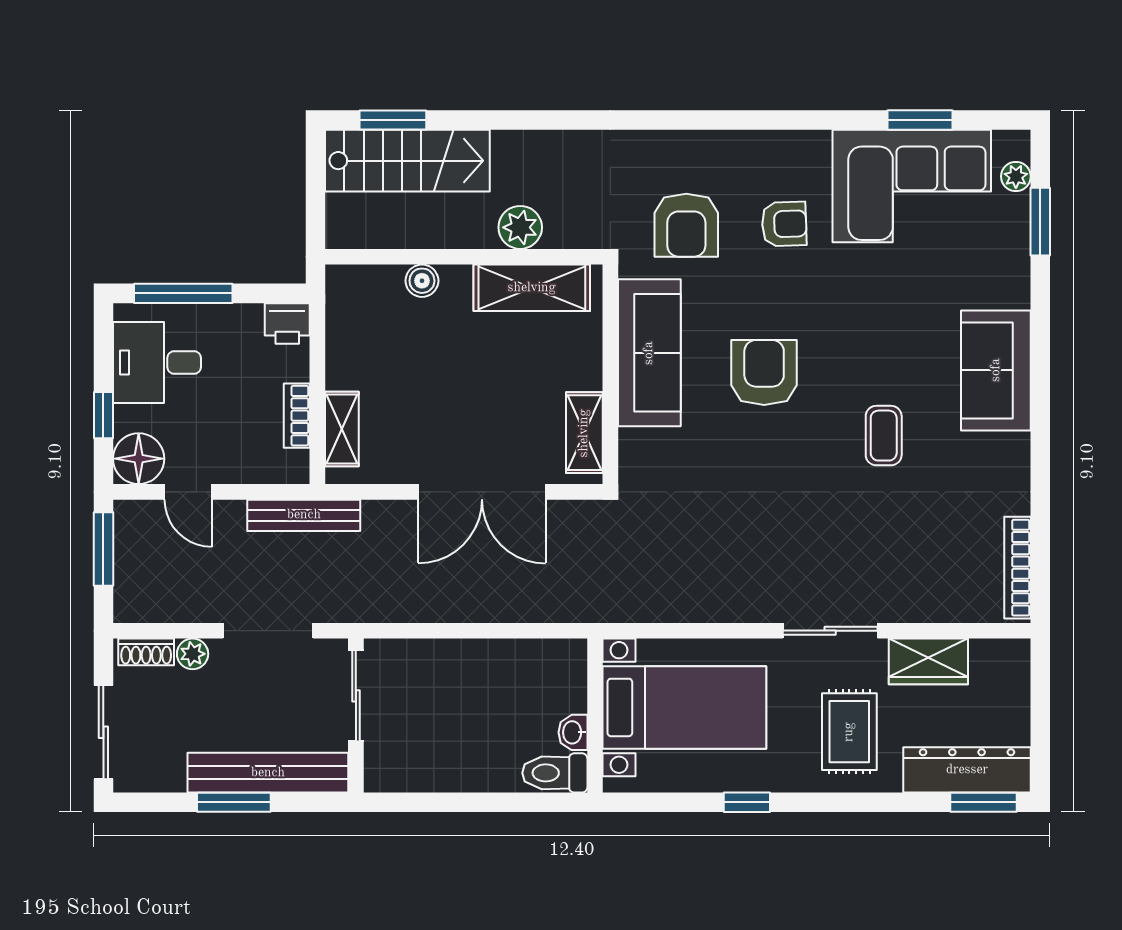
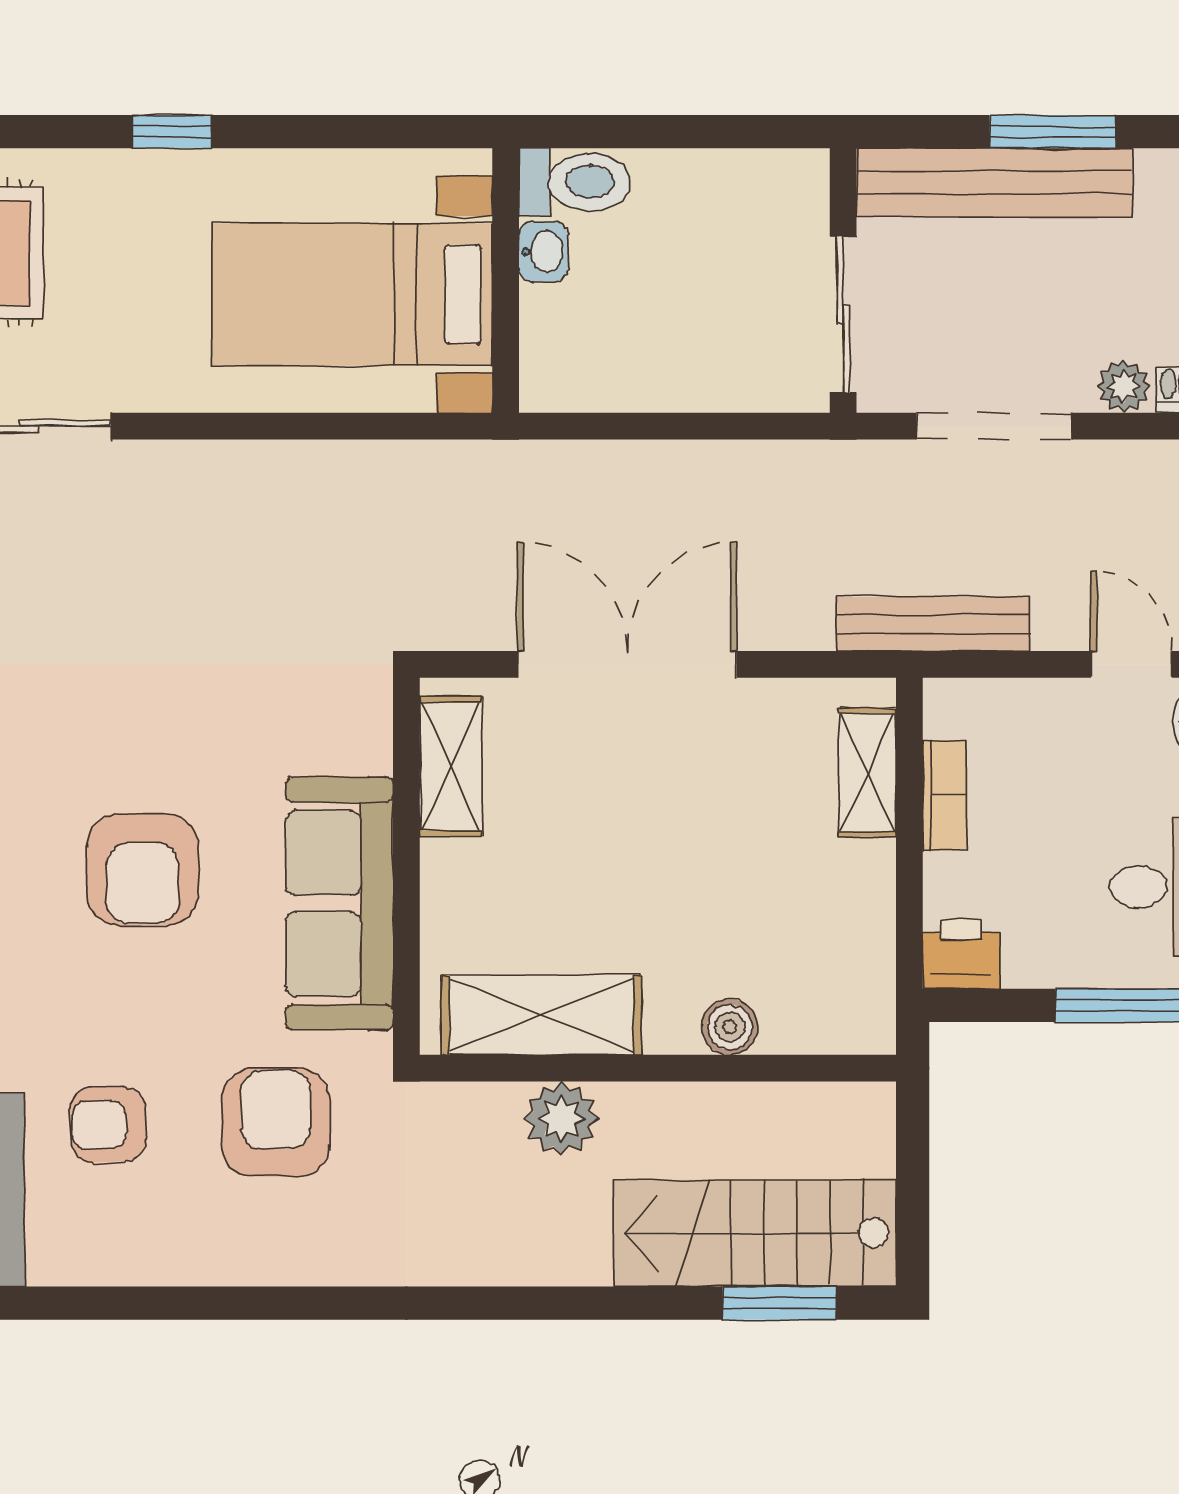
bed with nightstands: (684, 707) -> (352, 294), moved
wall: (595, 716) -> (506, 281), moved
washbasin: (573, 732) -> (543, 252), moved
toilet: (555, 773) -> (575, 182), moved

